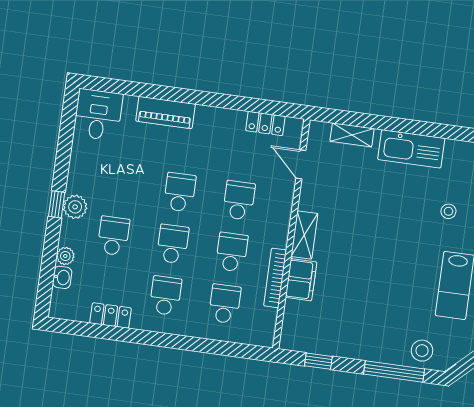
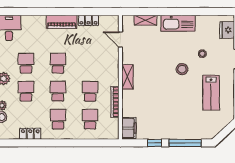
piano: (165, 113) -> (62, 22), moved
locker: (265, 123) -> (88, 20), moved
school desk: (239, 200) -> (26, 63), moved
filing cabinet: (301, 280) -> (129, 128), moved
stool: (422, 351) -> (182, 69), moved
window: (318, 361) -> (155, 143), moved

